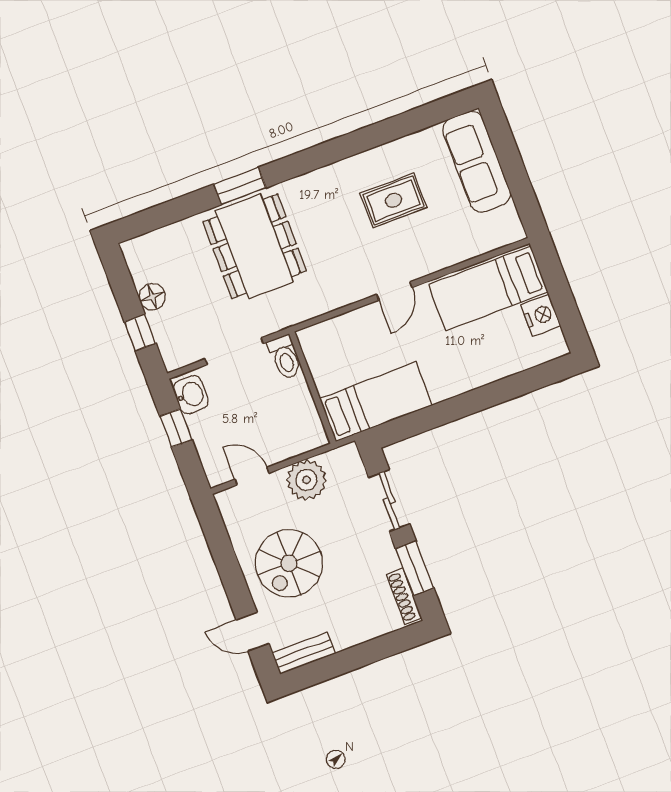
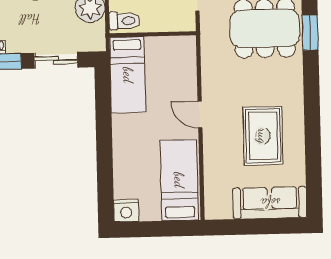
rug: (394, 200) -> (263, 136), width x1.36, depth x1.43
nightstand: (541, 315) -> (126, 211), moved
toilet: (285, 357) -> (124, 21), moved, turned 180

